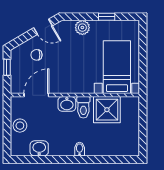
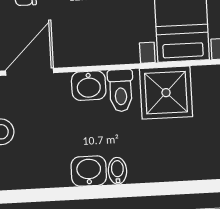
washbasin: (39, 148) -> (89, 171), moved

